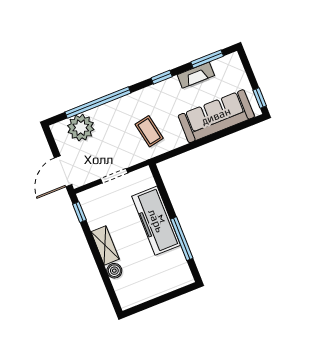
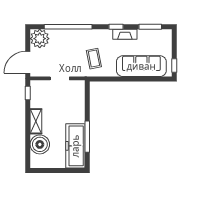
fireplace: (196, 75) -> (125, 34), moved
plant: (81, 128) -> (40, 39), moved
freezer: (156, 221) -> (75, 146), moved
boiler: (114, 271) -> (40, 144), width x1.86, depth x1.86

